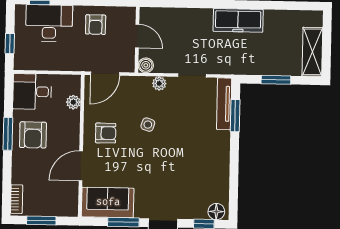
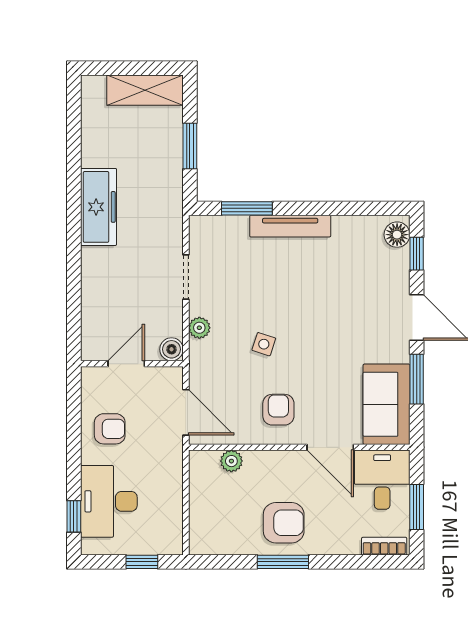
desk: (32, 92) -> (382, 480), moved, turned 180
tv unit: (224, 104) -> (290, 226), moved

